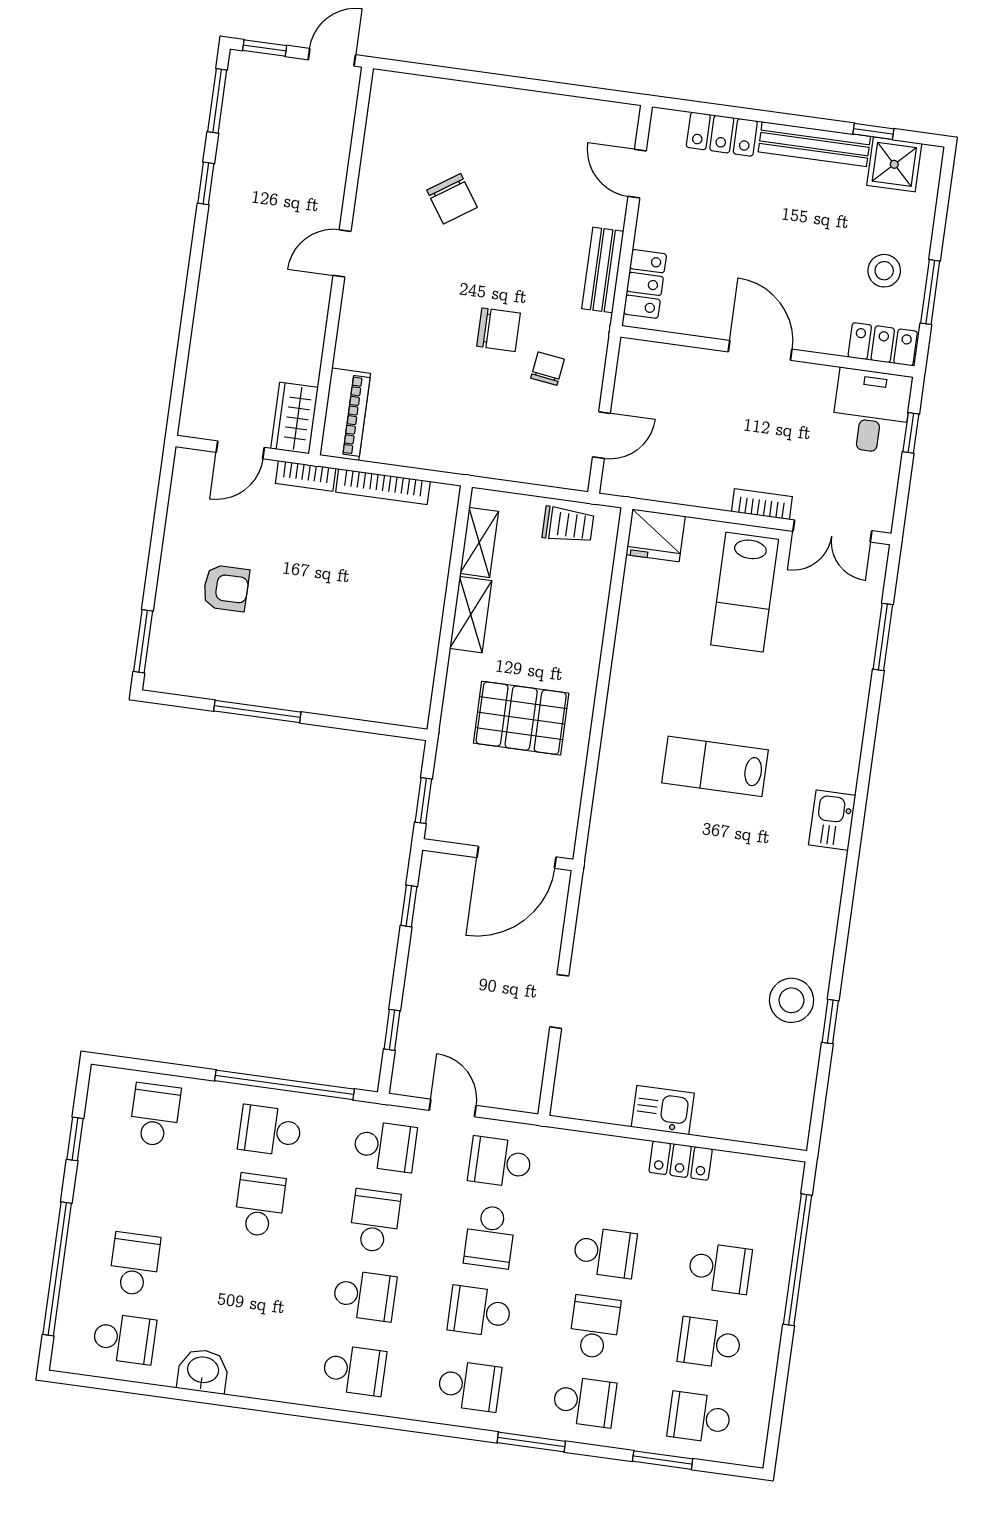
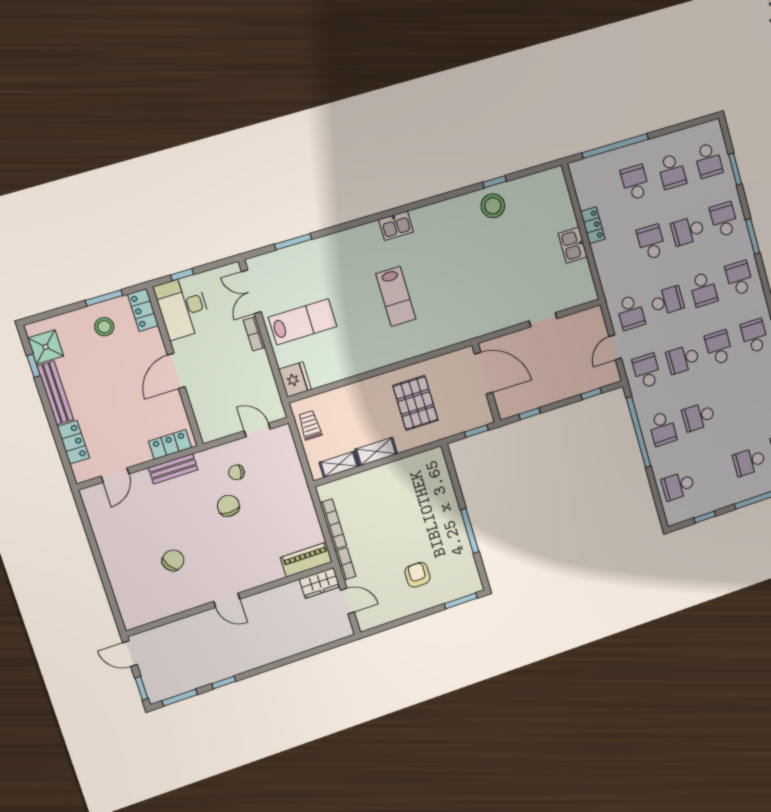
desk: (871, 411) -> (183, 307), width x1.37
double door: (832, 531) -> (251, 292), swing flipped

